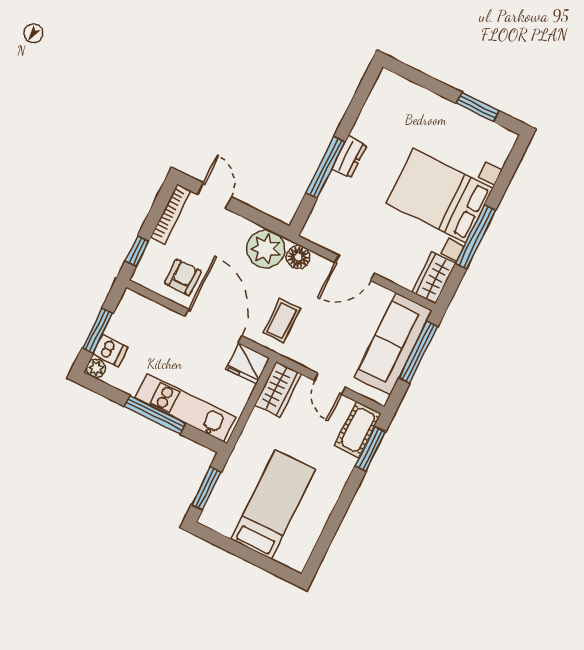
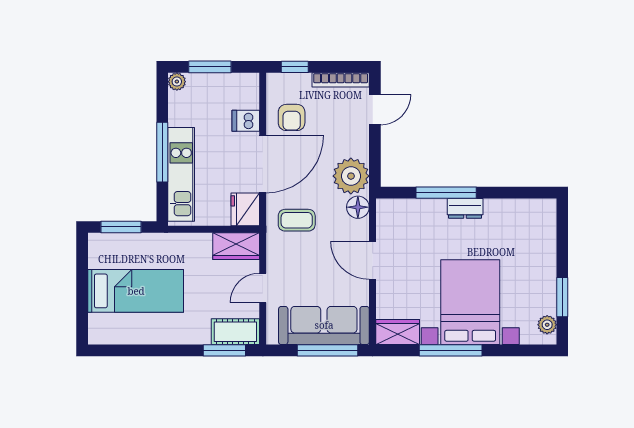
plant: (497, 134) -> (547, 325), added
armchair: (183, 277) -> (292, 117), turned 90
dishwasher: (110, 351) -> (246, 121), moved, turned 90

